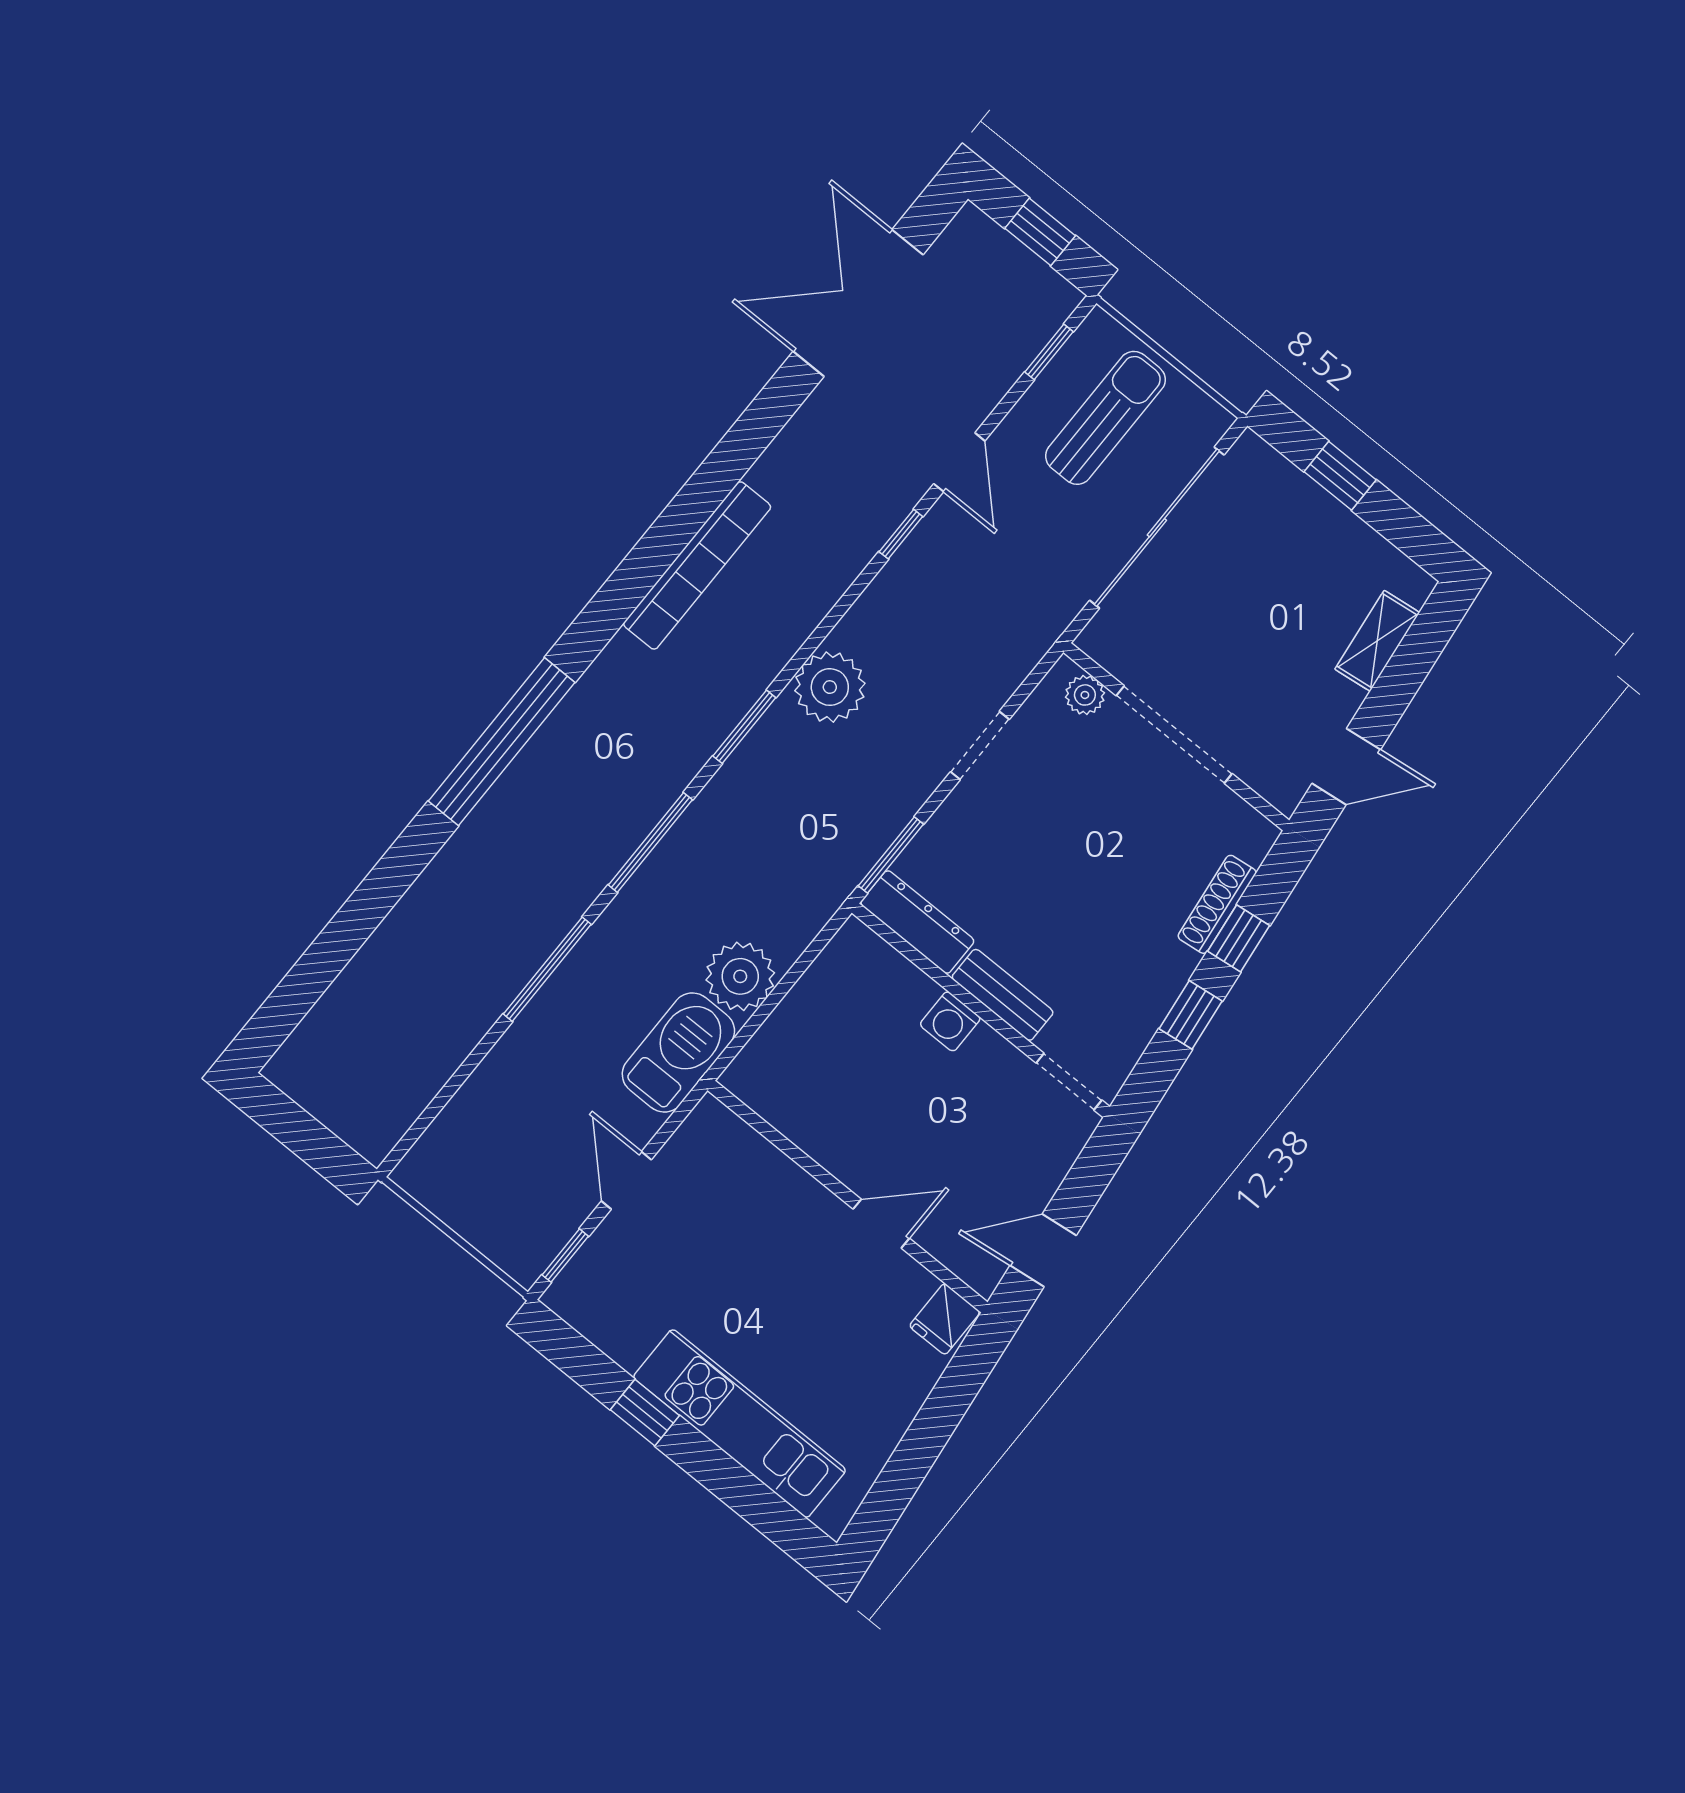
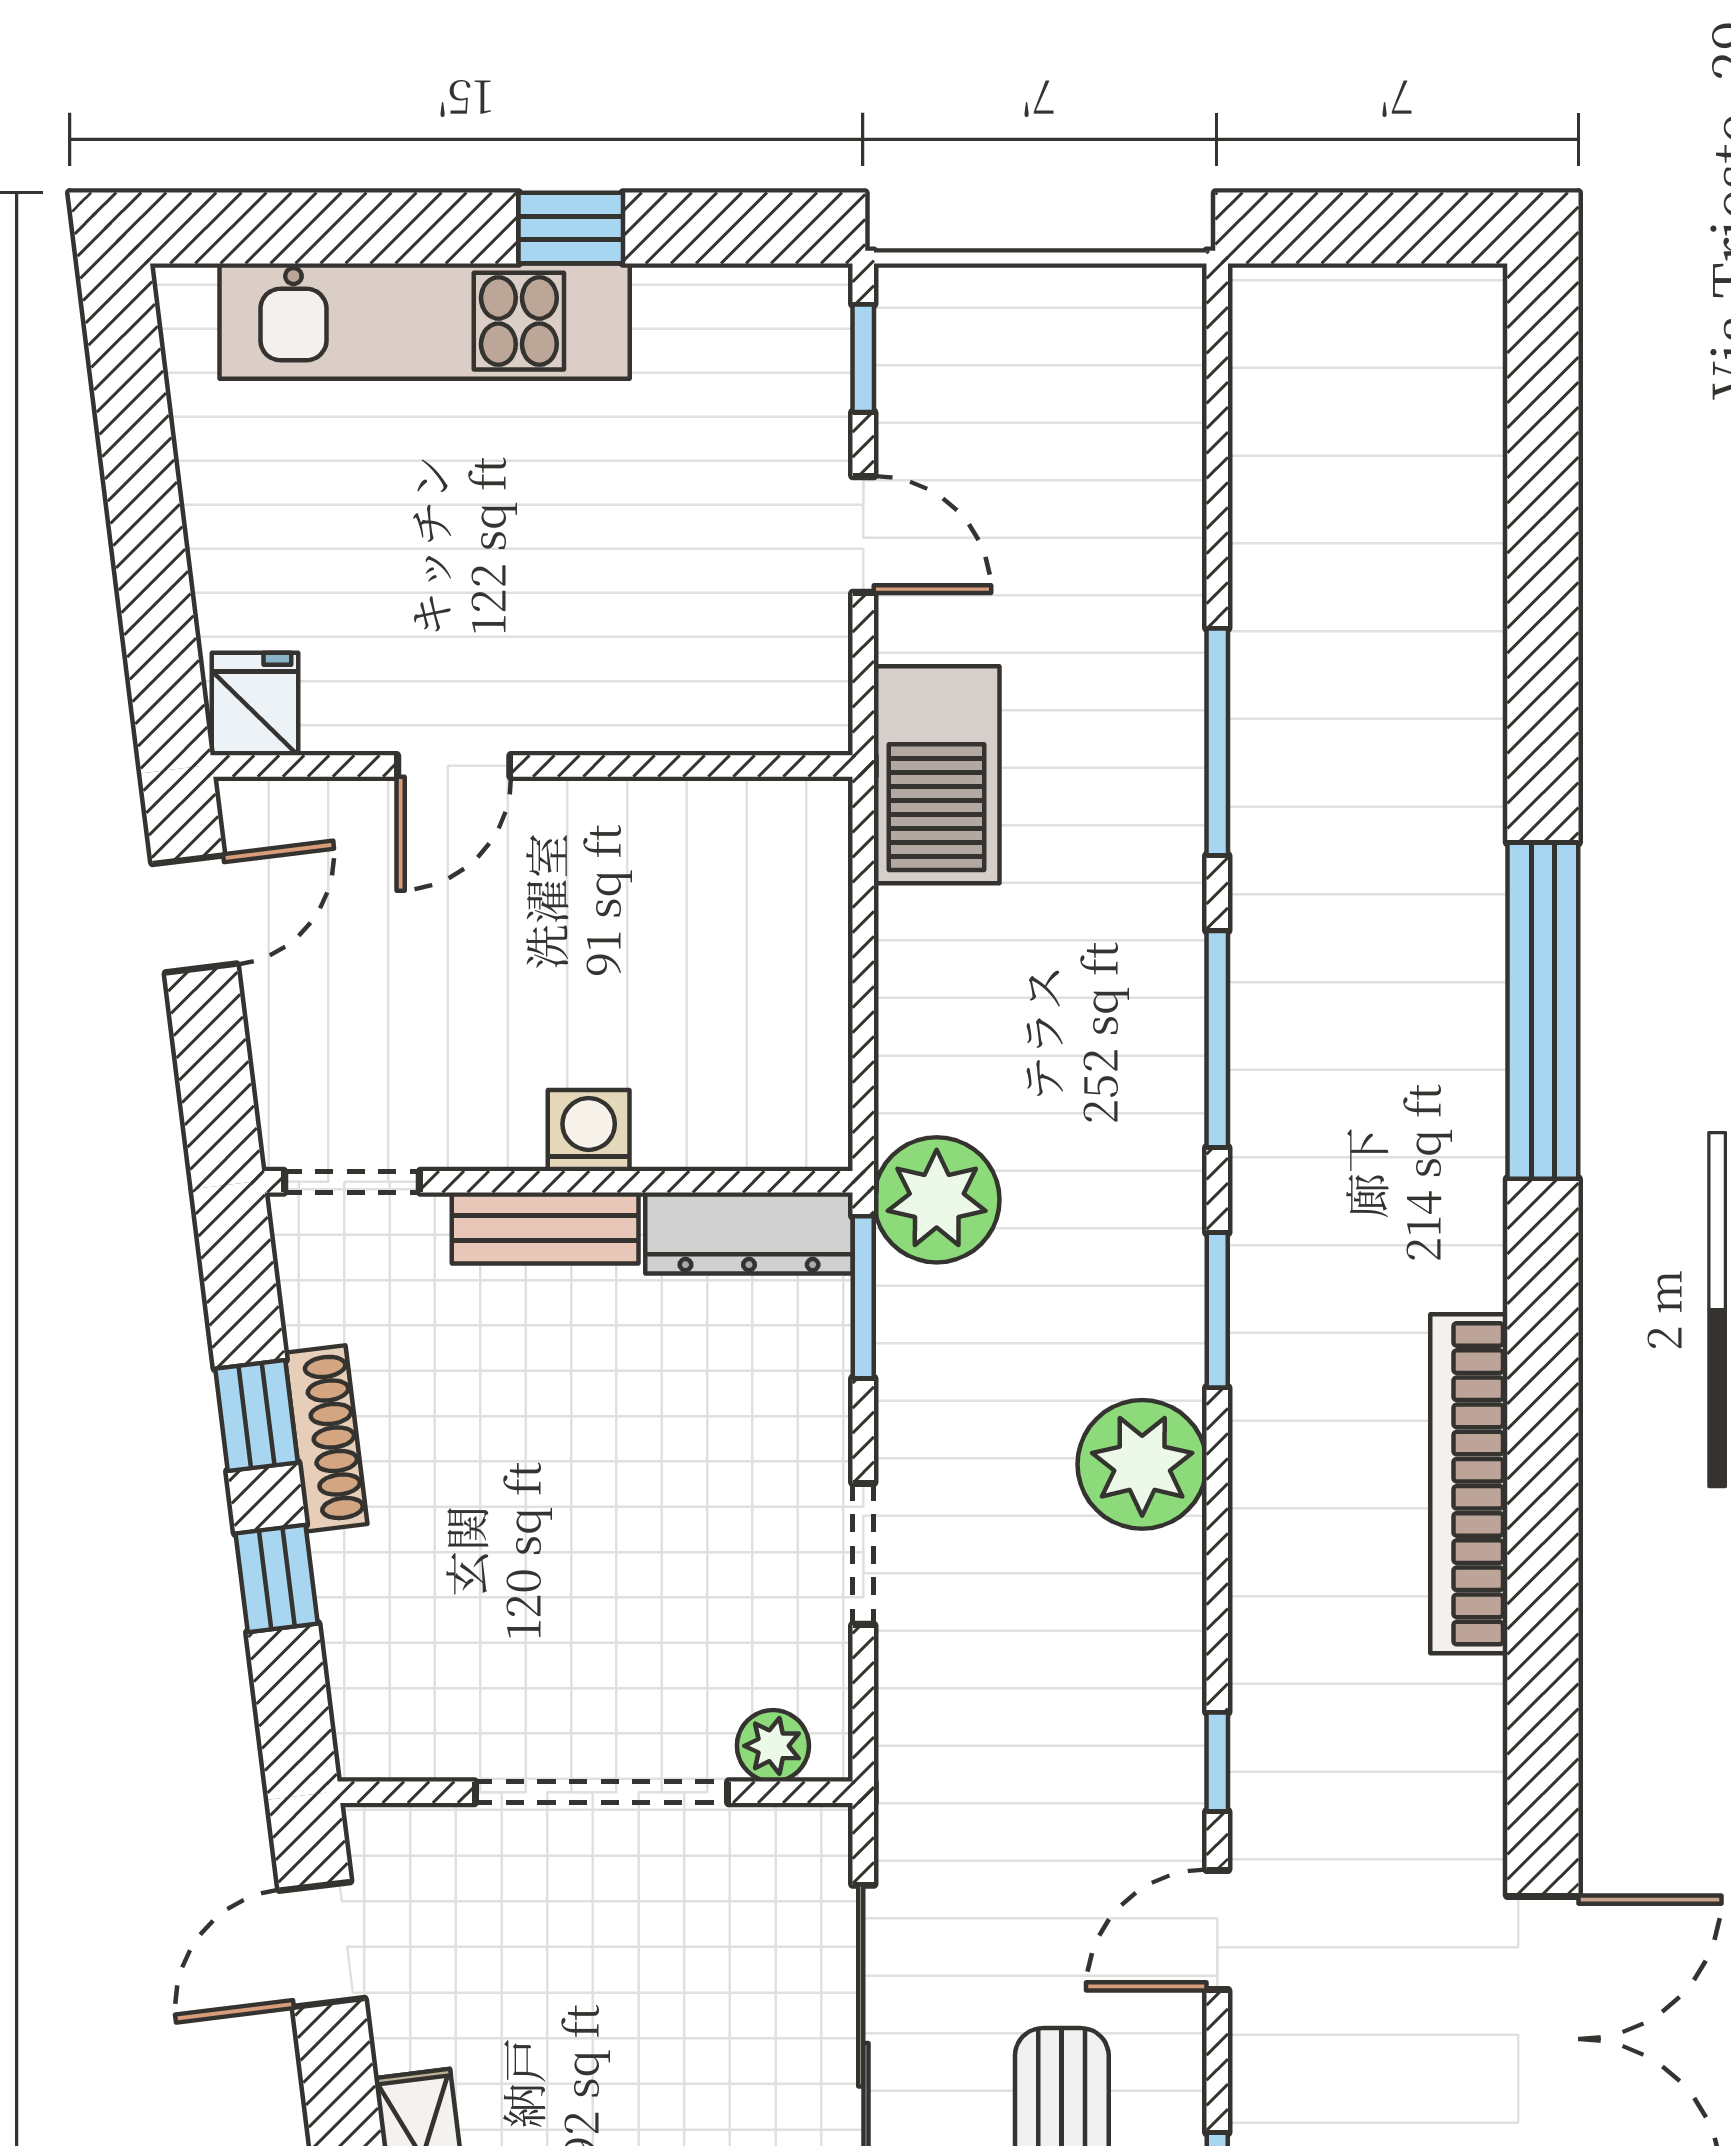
door: (959, 462) -> (1217, 1930), hinge flipped
shoe rack: (1217, 904) -> (326, 1438), moved
plant: (740, 976) -> (937, 1200), moved

